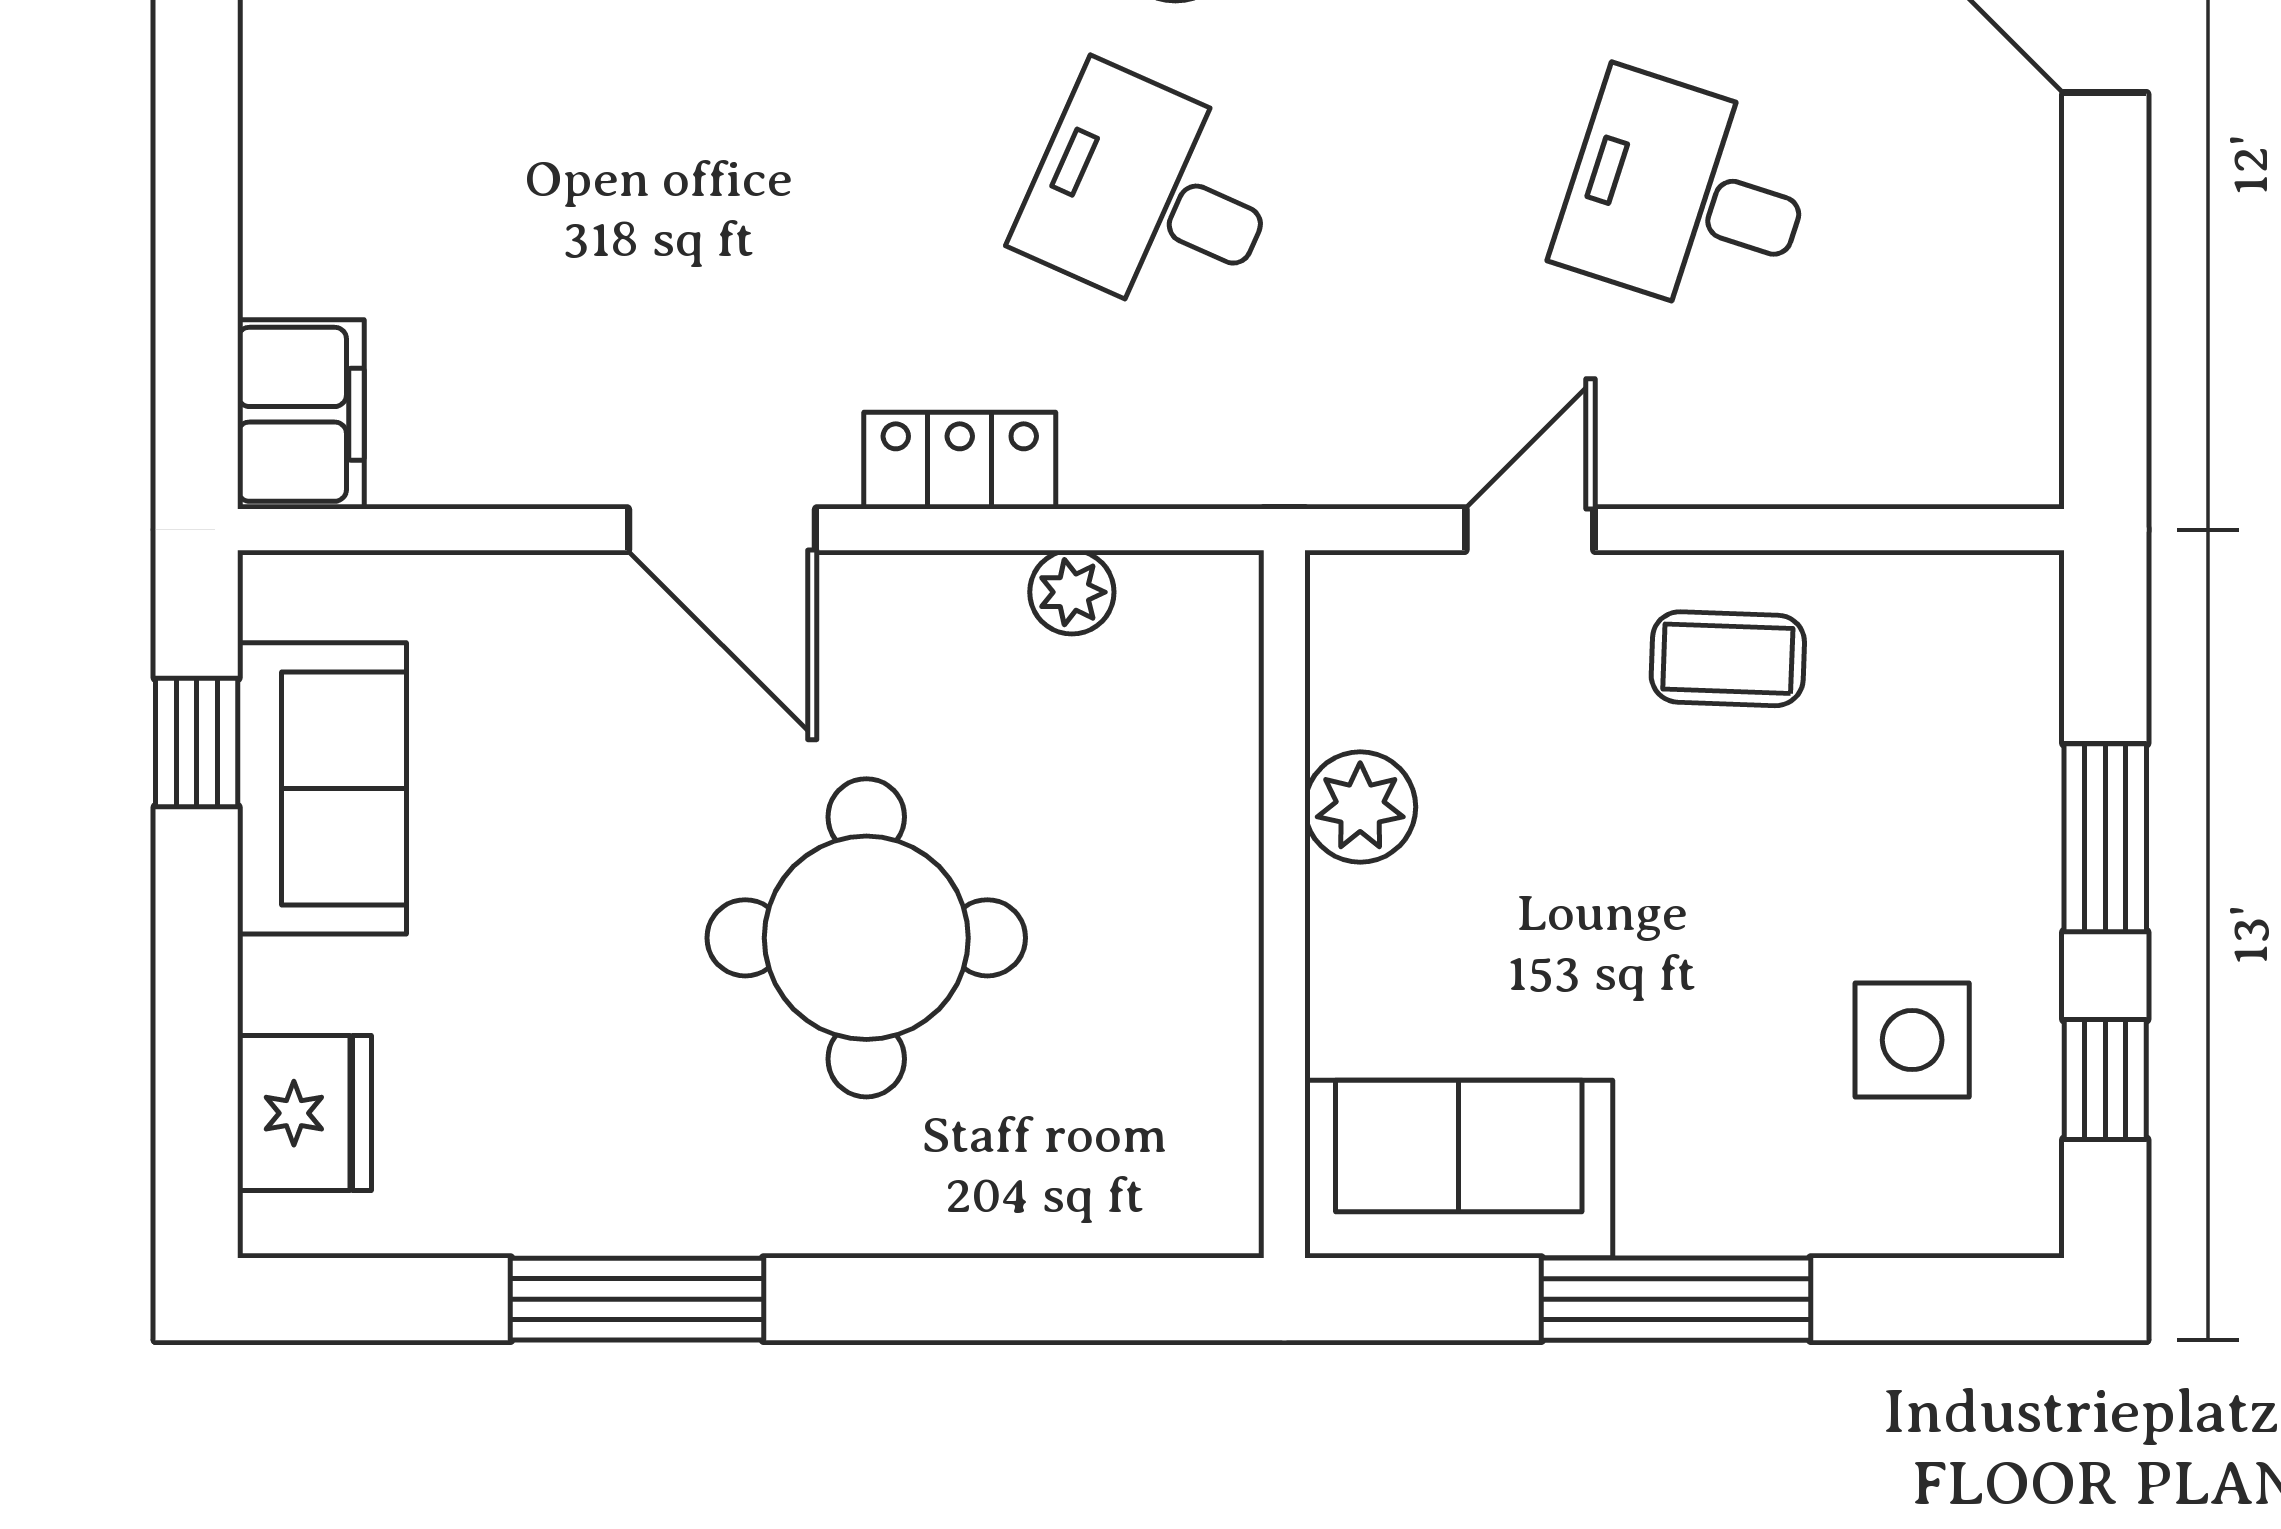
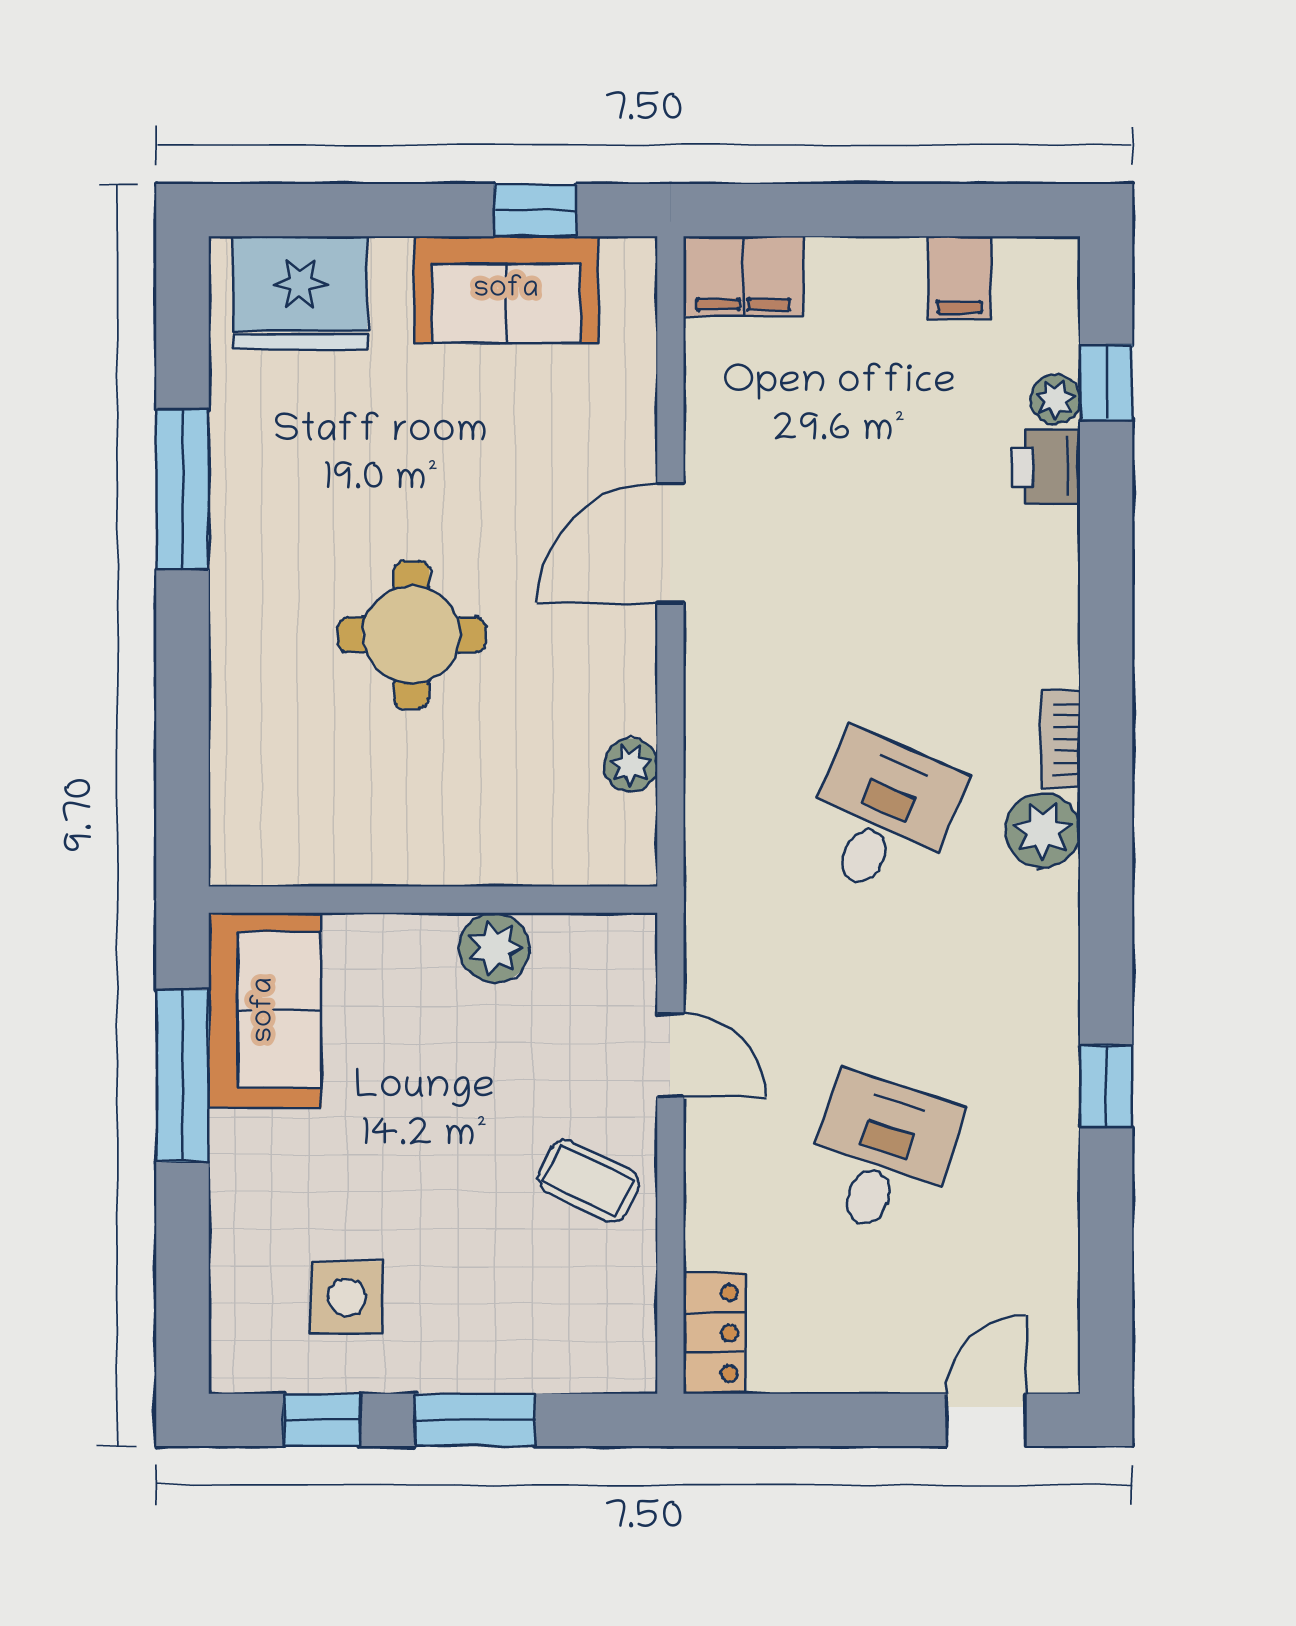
filing cabinet: (303, 73) -> (960, 278), added
locker: (960, 461) -> (714, 1333), moved
coffee table: (1728, 659) -> (588, 1181), turned -66
round table: (866, 938) -> (412, 635), width x0.73, depth x0.73
fridge: (305, 1113) -> (300, 293), width x1.36, depth x1.34
window: (1676, 1299) -> (183, 1076), moved

